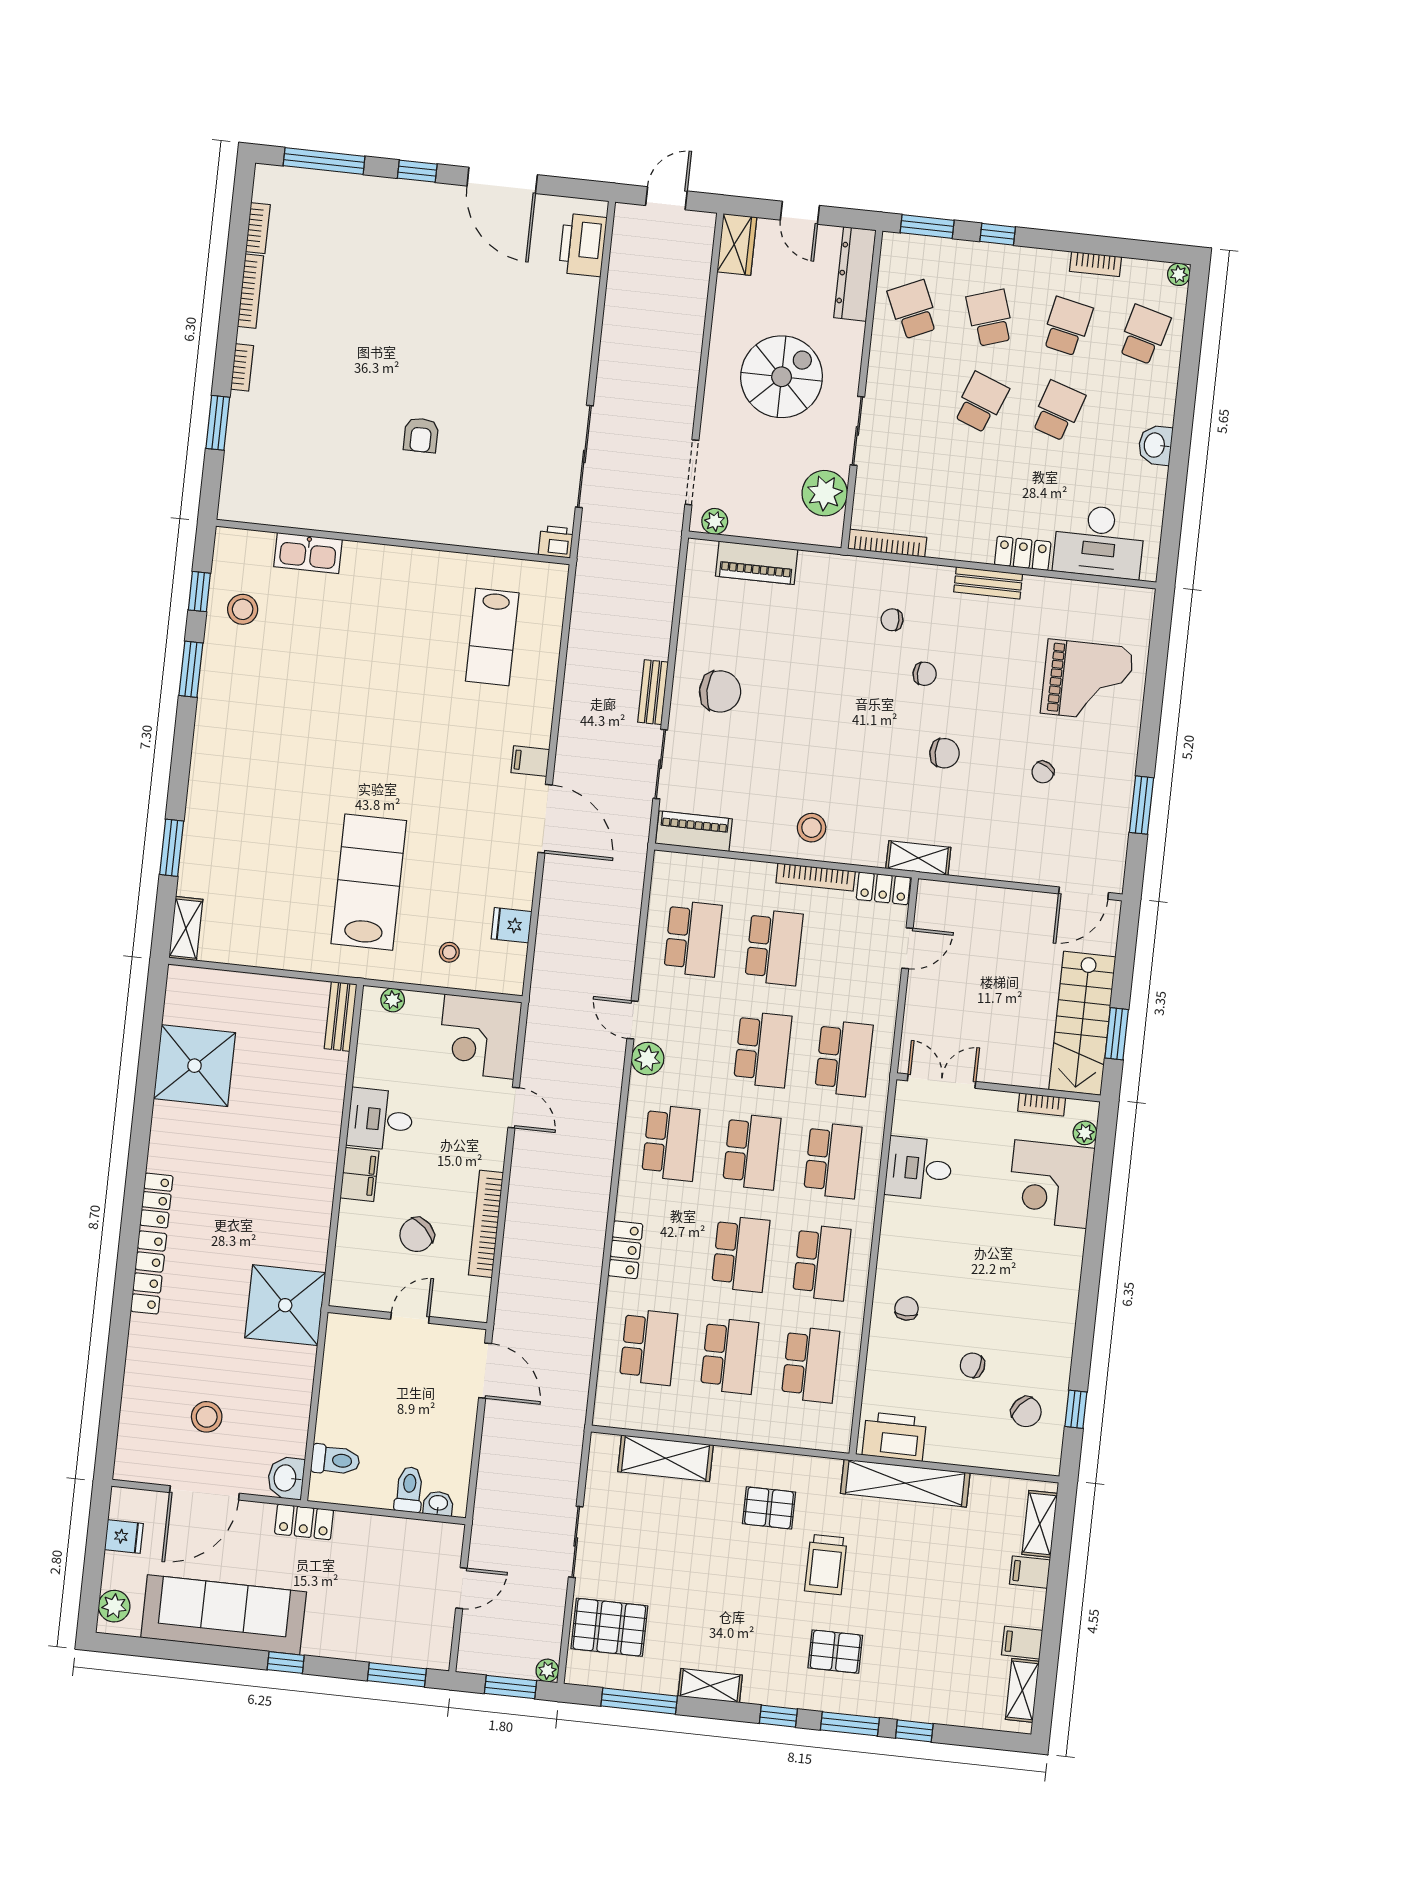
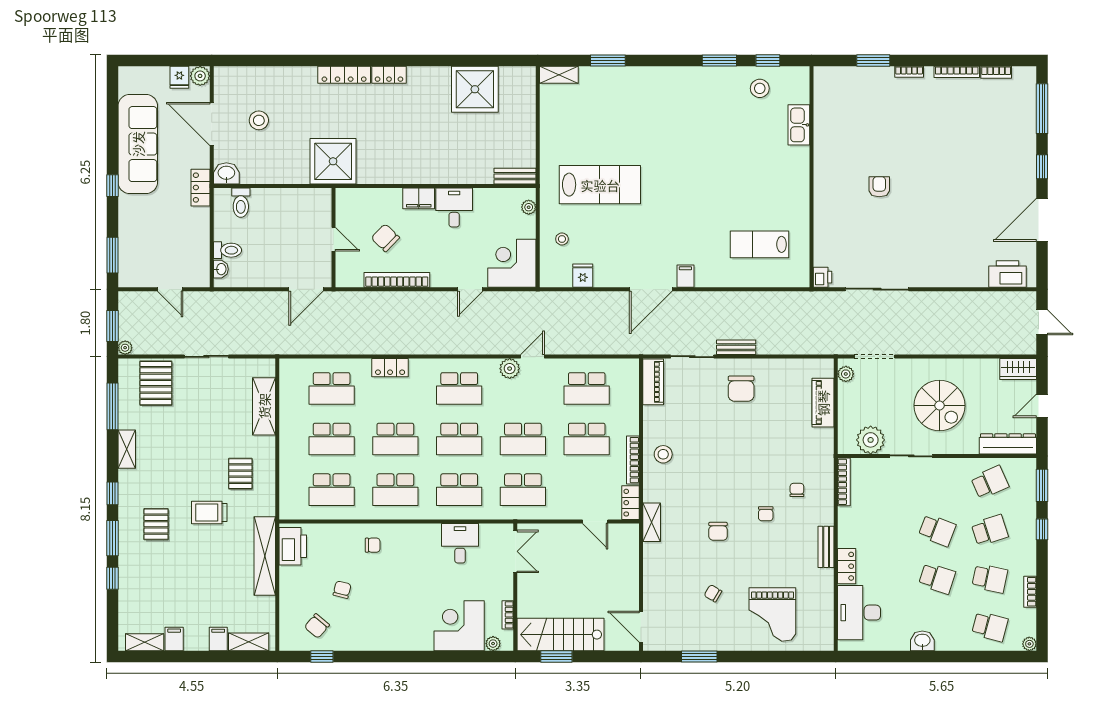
armchair: (421, 435) -> (879, 187), turned 90
plant: (114, 1606) -> (200, 76), moved

